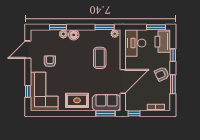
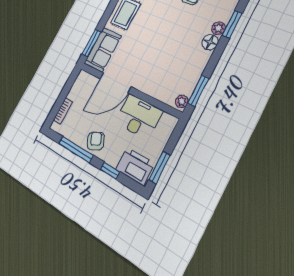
desk: (135, 43) -> (139, 117), moved
coffee table: (100, 58) -> (161, 65), removed
door: (123, 81) -> (115, 83), hinge flipped
window: (173, 84) -> (76, 149), width x1.44
window: (134, 113) -> (72, 79), removed

